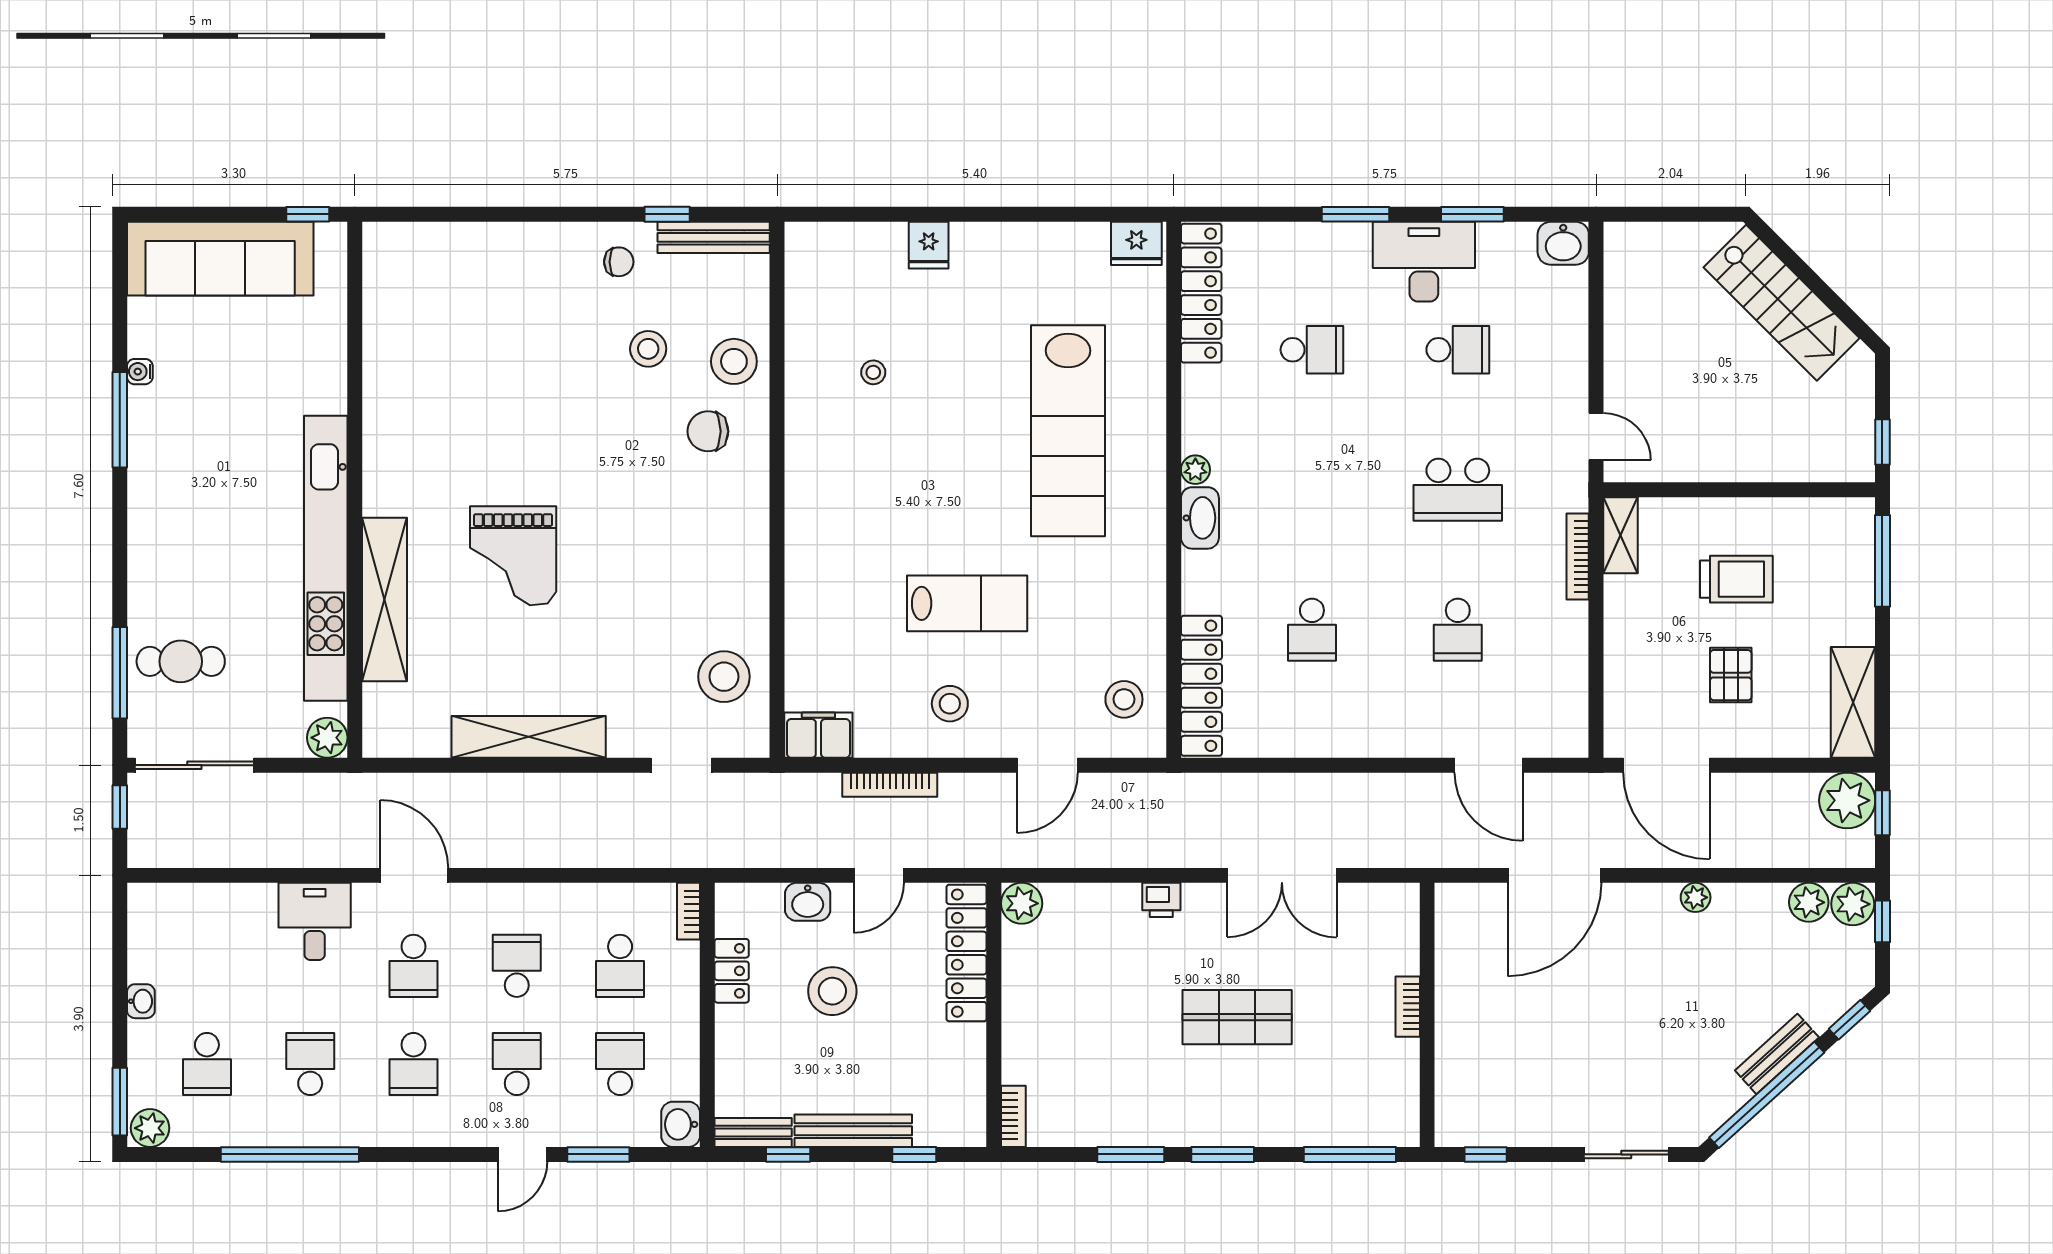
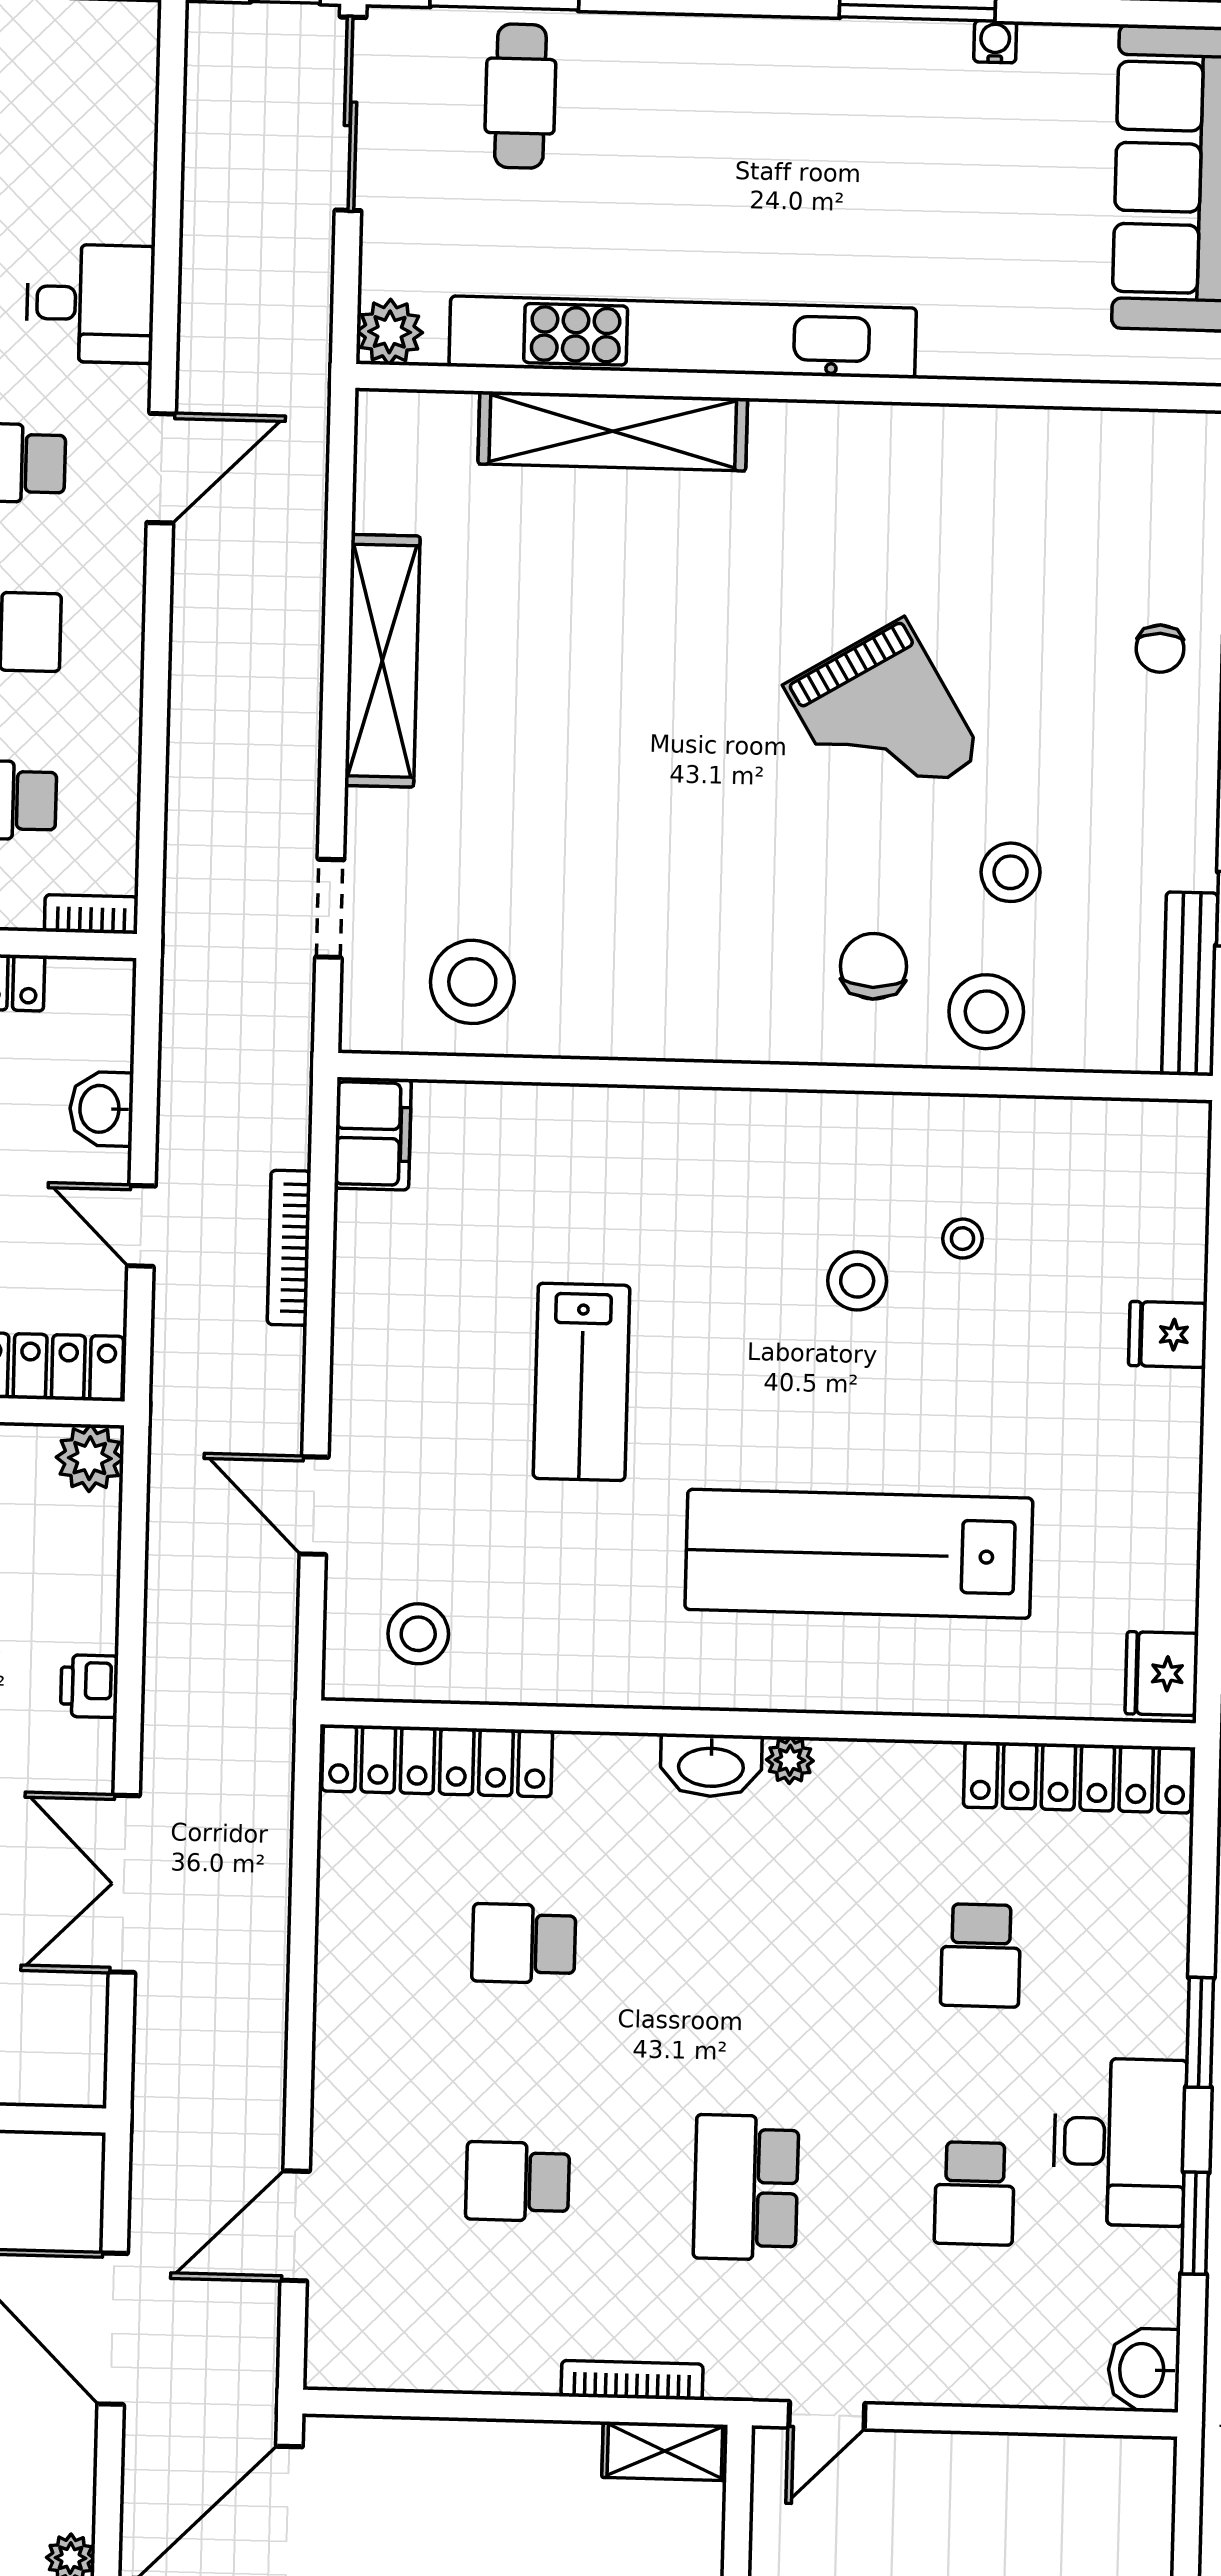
chair: (619, 262) -> (1160, 649), moved
grand piano: (513, 556) -> (883, 721), moved, turned -121
stool: (950, 704) -> (857, 1281), moved

